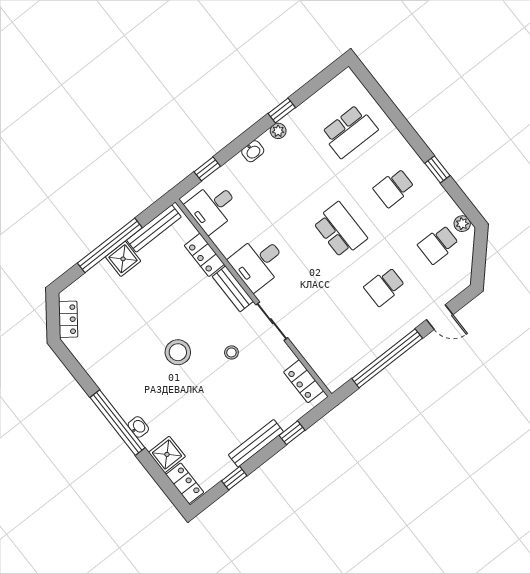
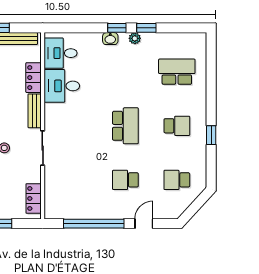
school desk: (349, 131) -> (177, 72), turned 180
window: (207, 169) -> (117, 28), moved
school desk: (394, 188) -> (177, 126), turned 180
plant: (462, 224) -> (201, 179), removed
desk: (258, 262) -> (62, 86), moved
door: (440, 317) -> (144, 224), swing flipped

